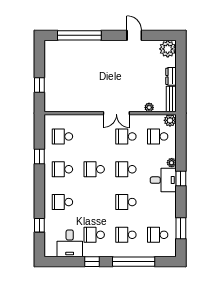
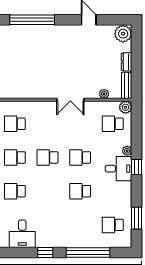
school desk: (126, 136) -> (80, 124), removed
school desk: (94, 235) -> (48, 225), removed
school desk: (126, 235) -> (80, 225), removed

